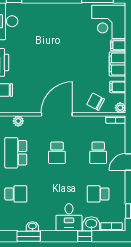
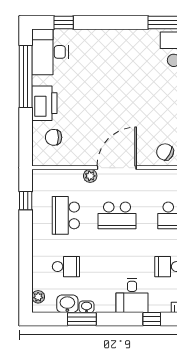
plant: (18, 121) -> (90, 176), moved
school desk: (57, 153) -> (117, 215), width x1.85
washbasin: (91, 224) -> (67, 304), moved

